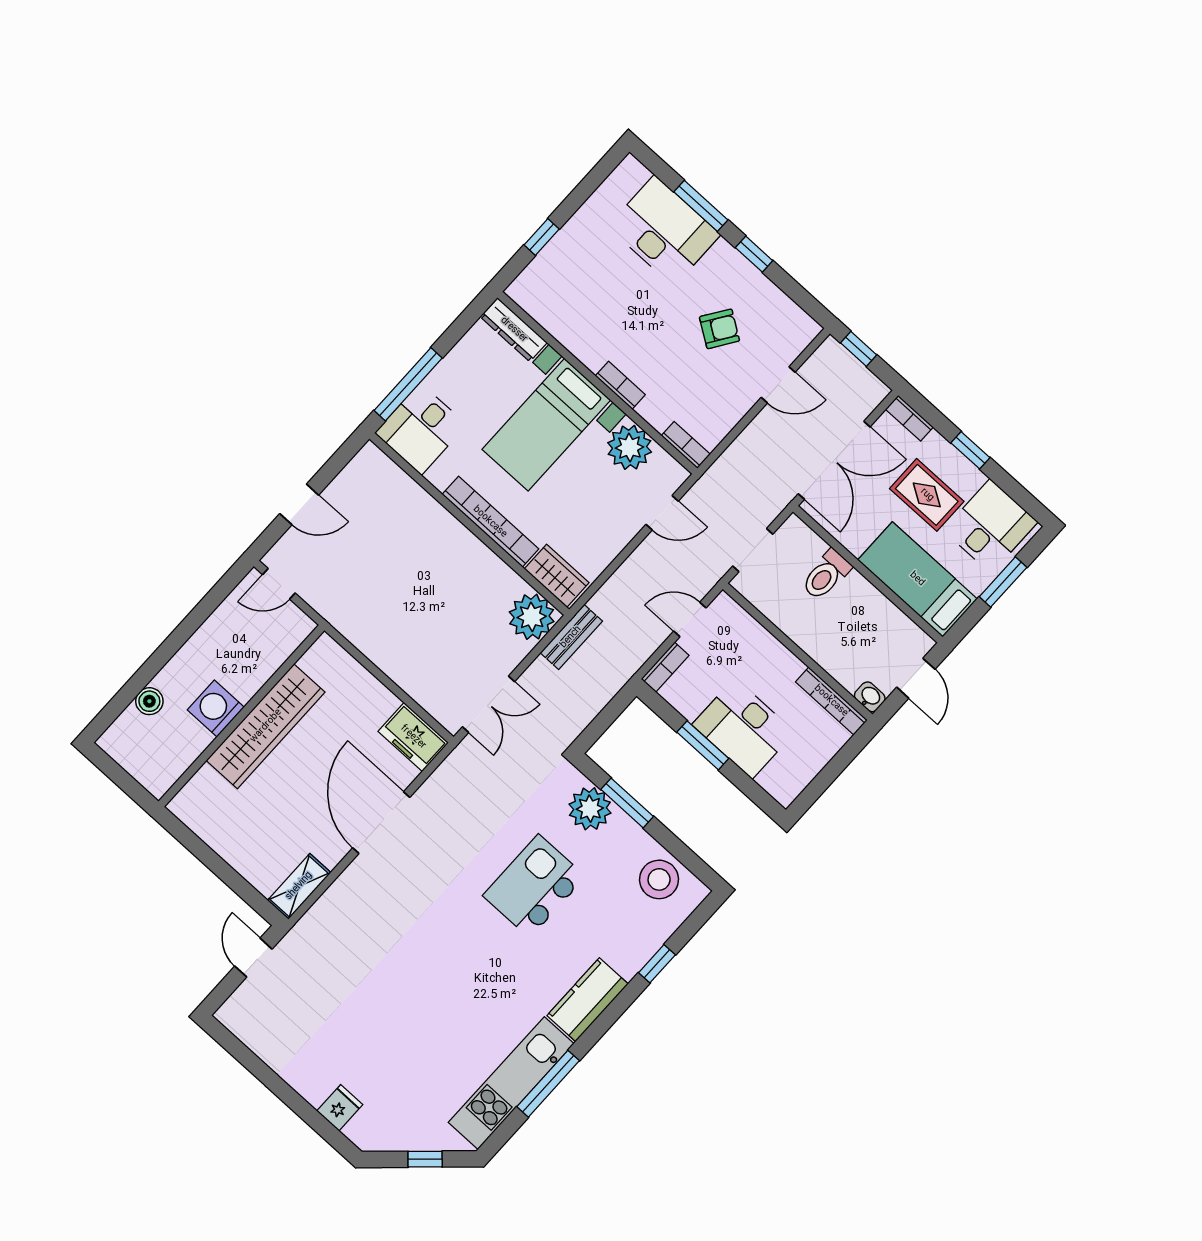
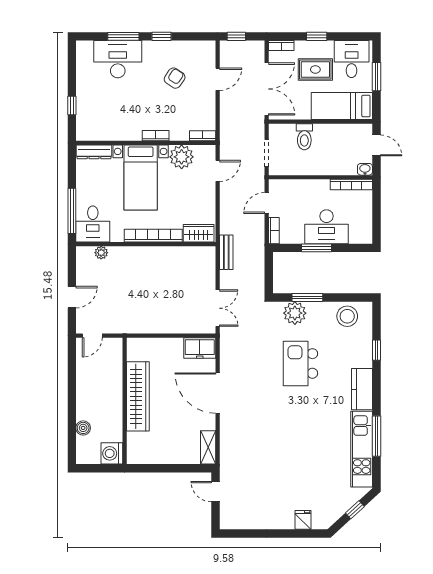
plant: (532, 617) -> (101, 253), moved, width x0.53, depth x0.53
washing machine: (216, 709) -> (112, 453), moved

